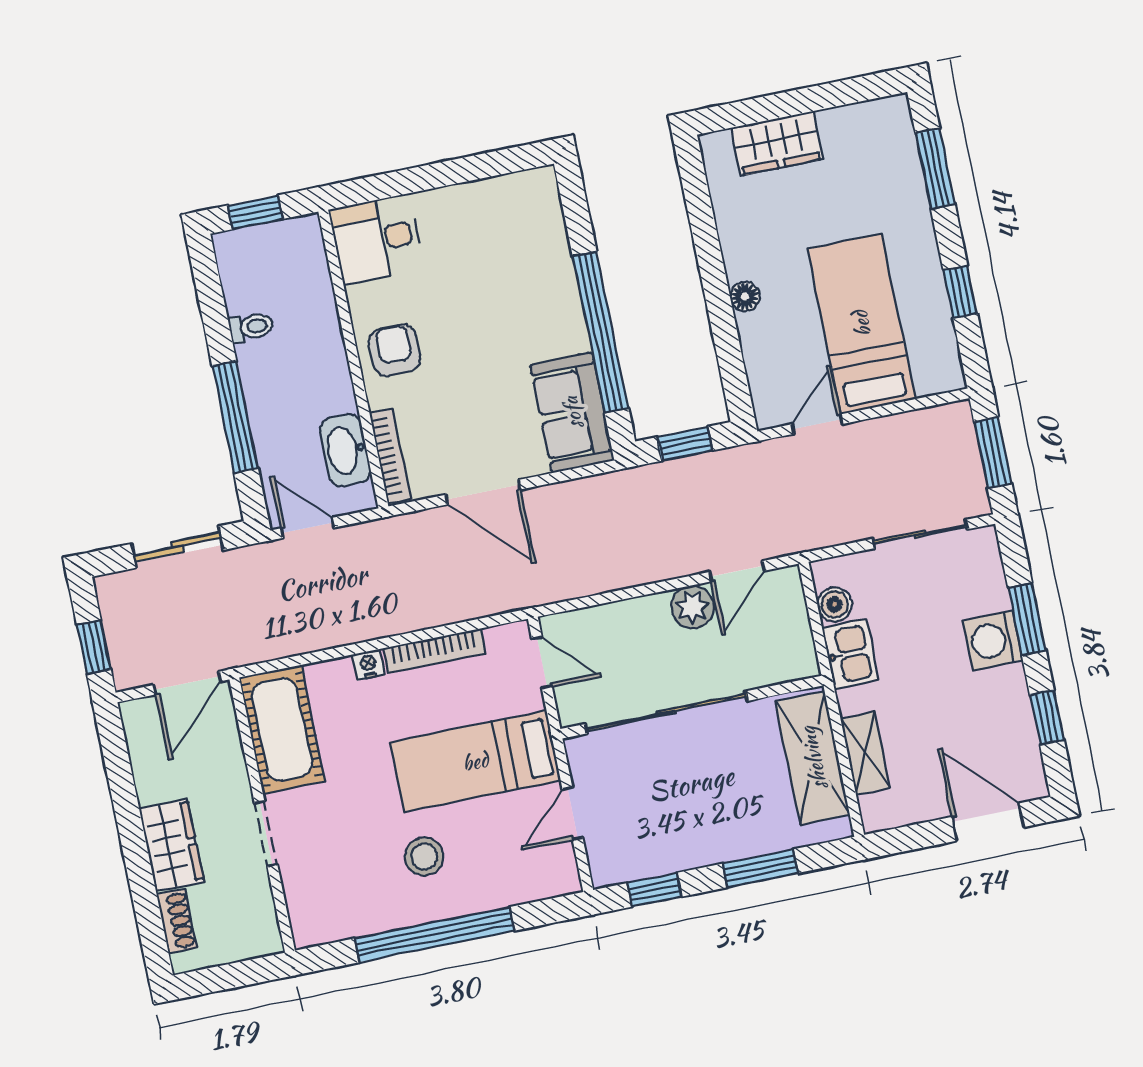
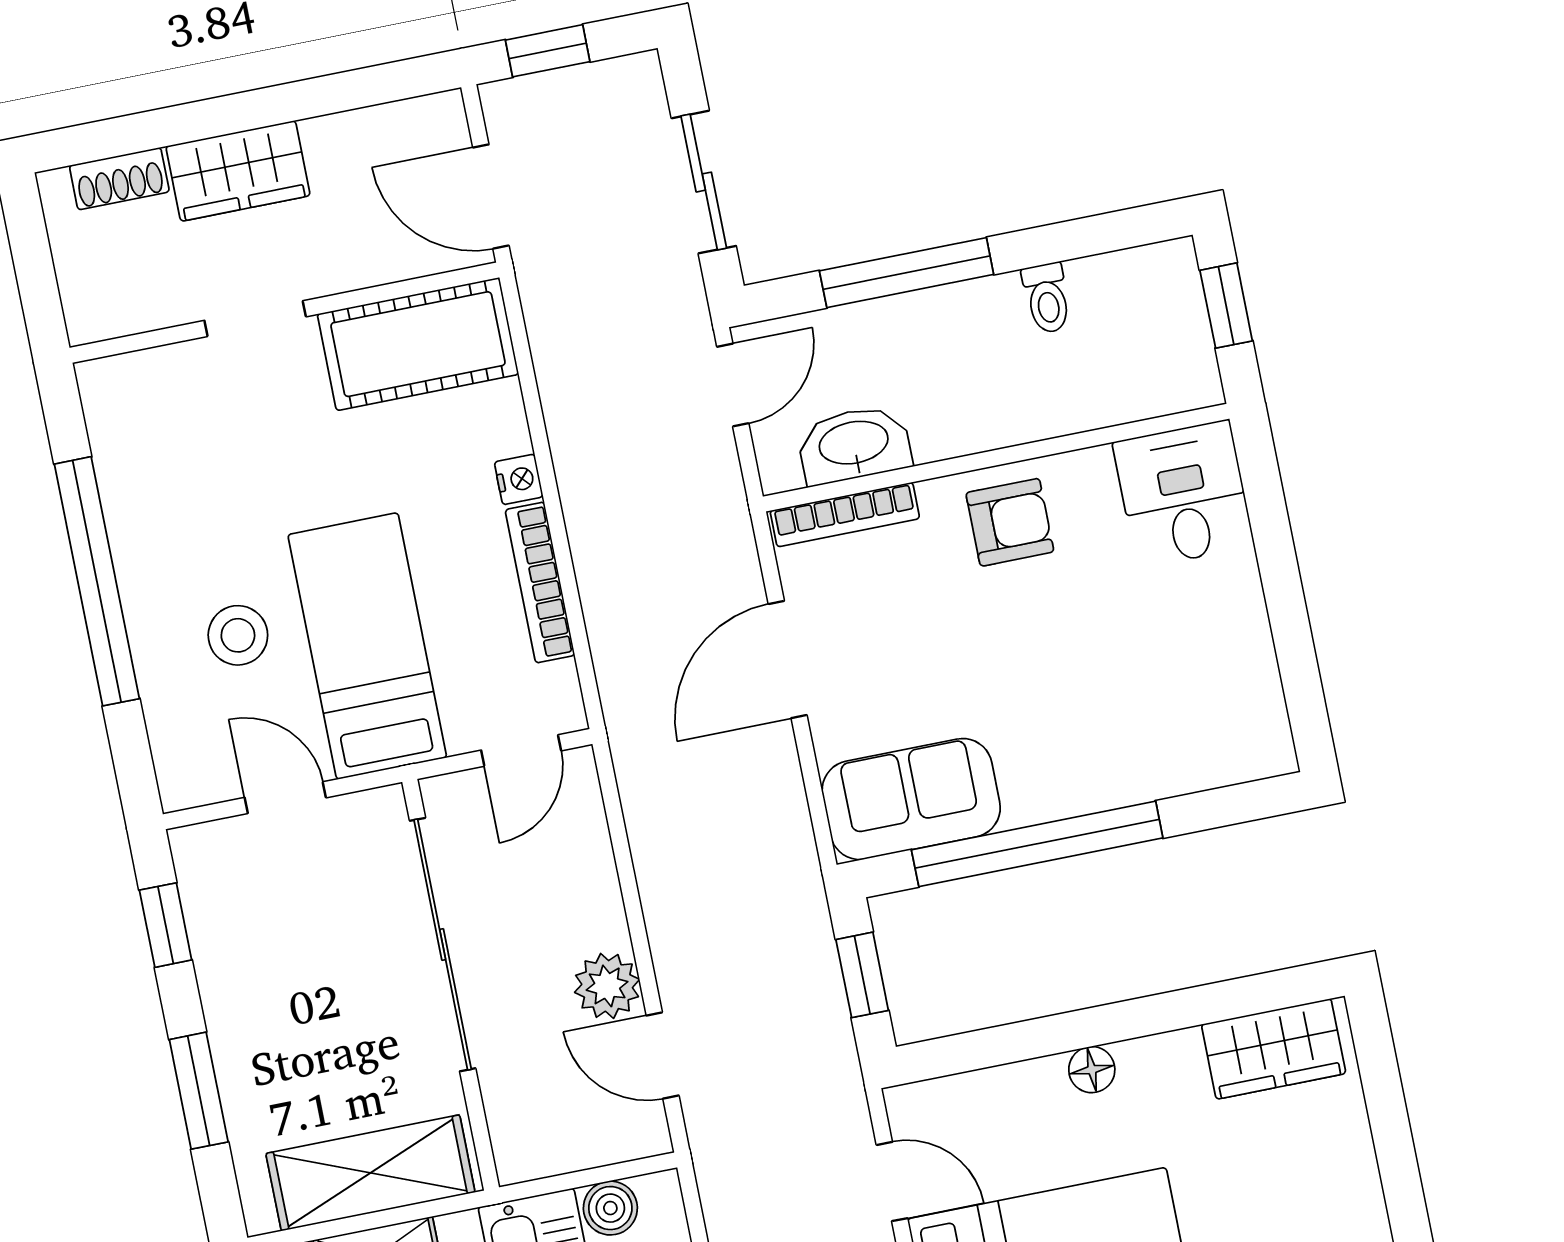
wardrobe: (777, 143) -> (1274, 1049), moved, turned -90
stool: (424, 857) -> (238, 635), moved

